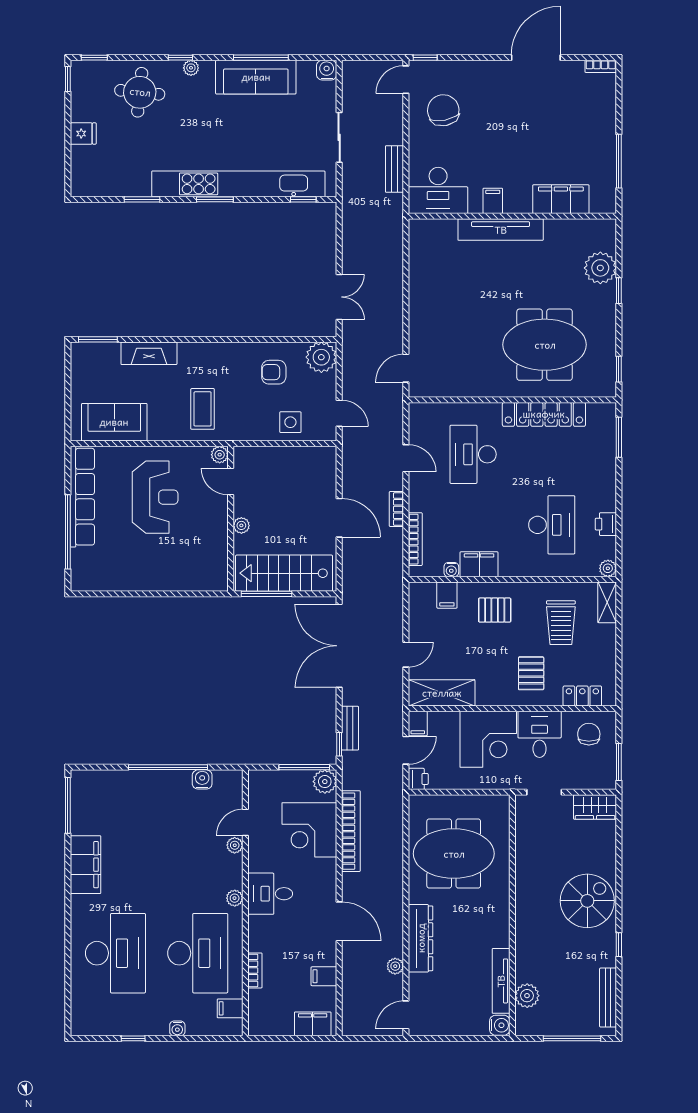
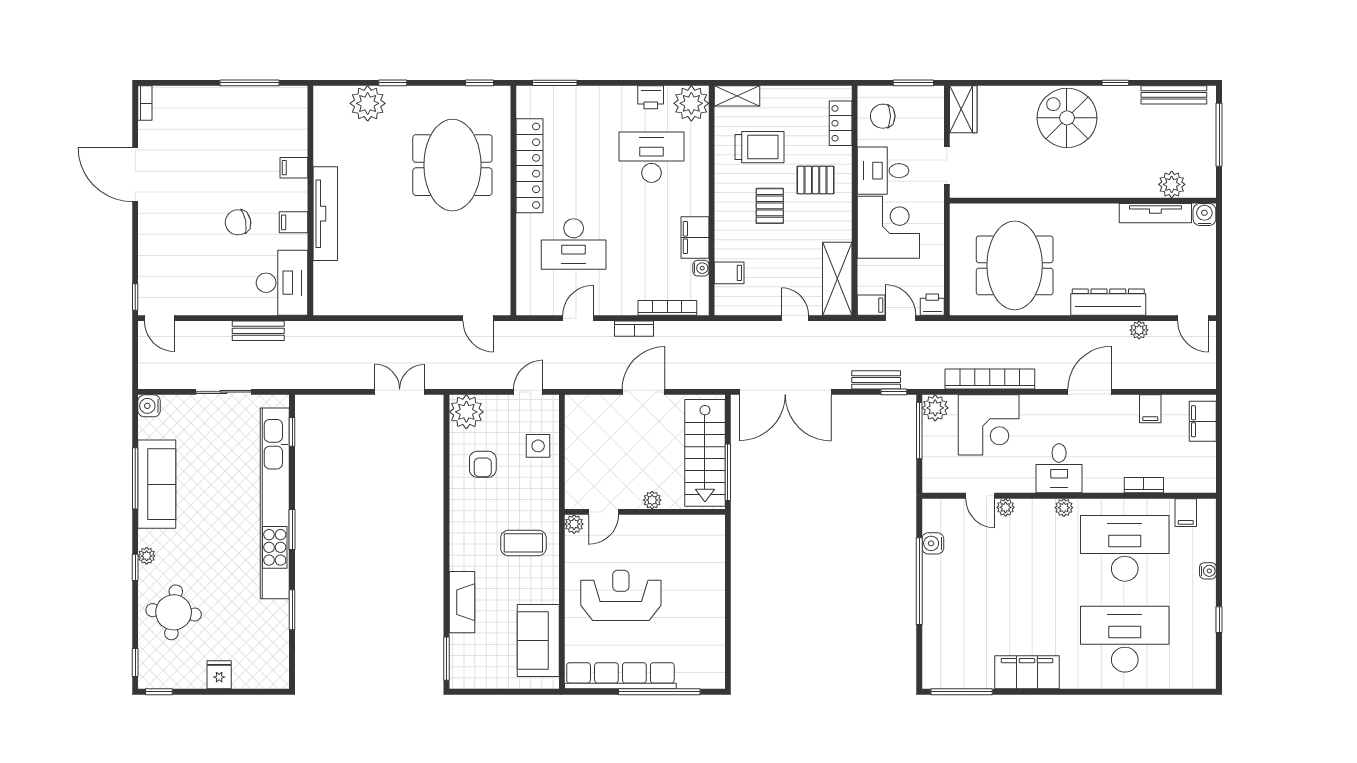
chair: (443, 110) -> (238, 222), moved, width x0.73, depth x0.73
filing cabinet: (561, 199) -> (294, 168), width x0.33, depth x0.86
plant: (608, 568) -> (691, 103), width x1.88, depth x1.88
pallet: (495, 610) -> (770, 206), moved

